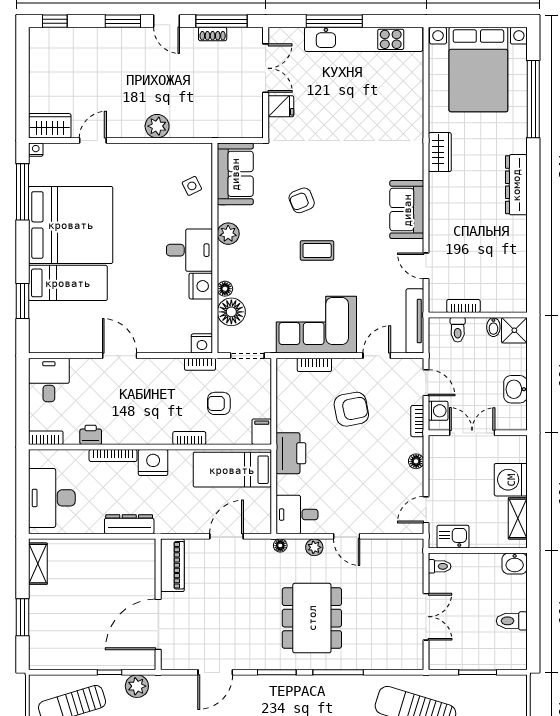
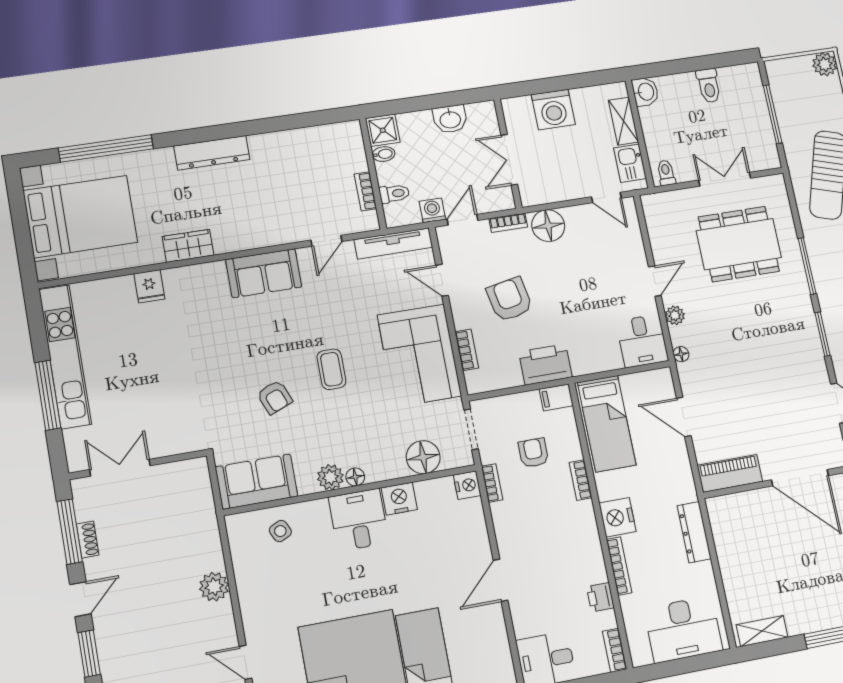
fridge: (281, 106) -> (149, 286), moved, turned 180
floor lamp: (225, 289) -> (355, 477), moved
armchair: (219, 403) -> (533, 453), turned 180
washing machine: (438, 411) -> (432, 210), moved
printer: (291, 453) -> (545, 364), moved
floor lamp: (416, 461) -> (548, 226), width x1.89, depth x1.89
shelving: (518, 518) -> (623, 121), moved, turned 90
dining table: (312, 618) -> (739, 244), moved
window: (478, 672) -> (773, 114), width x1.44

